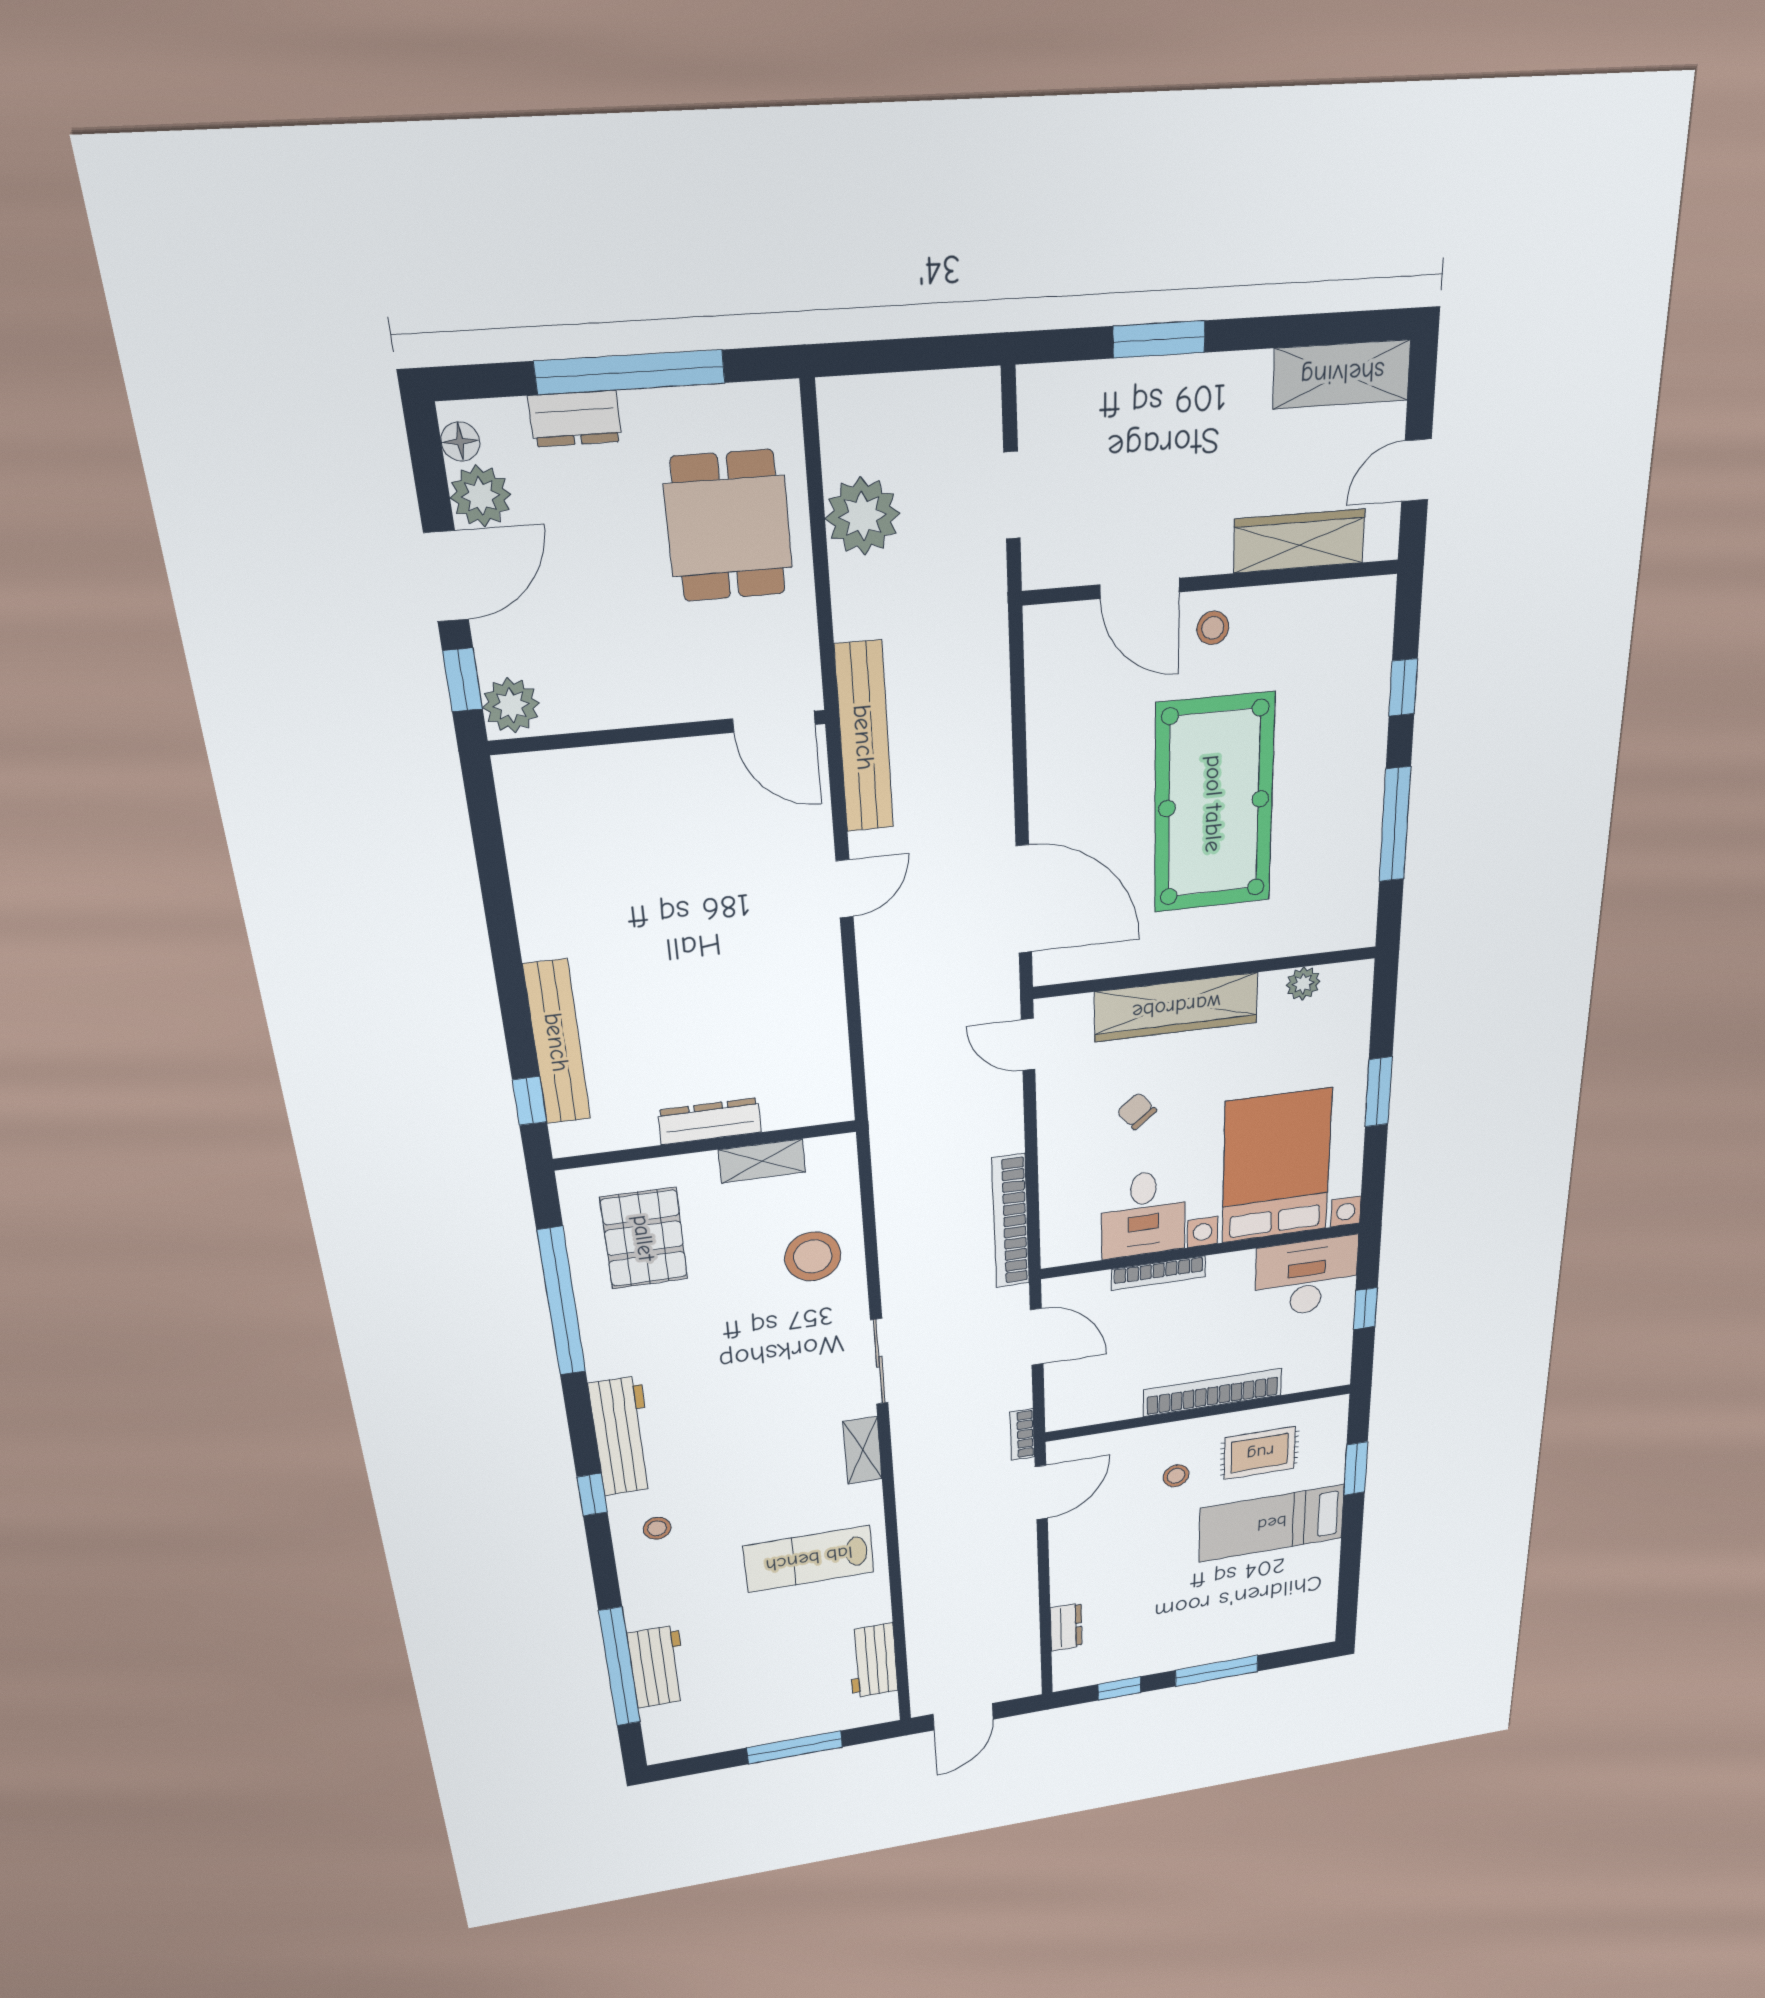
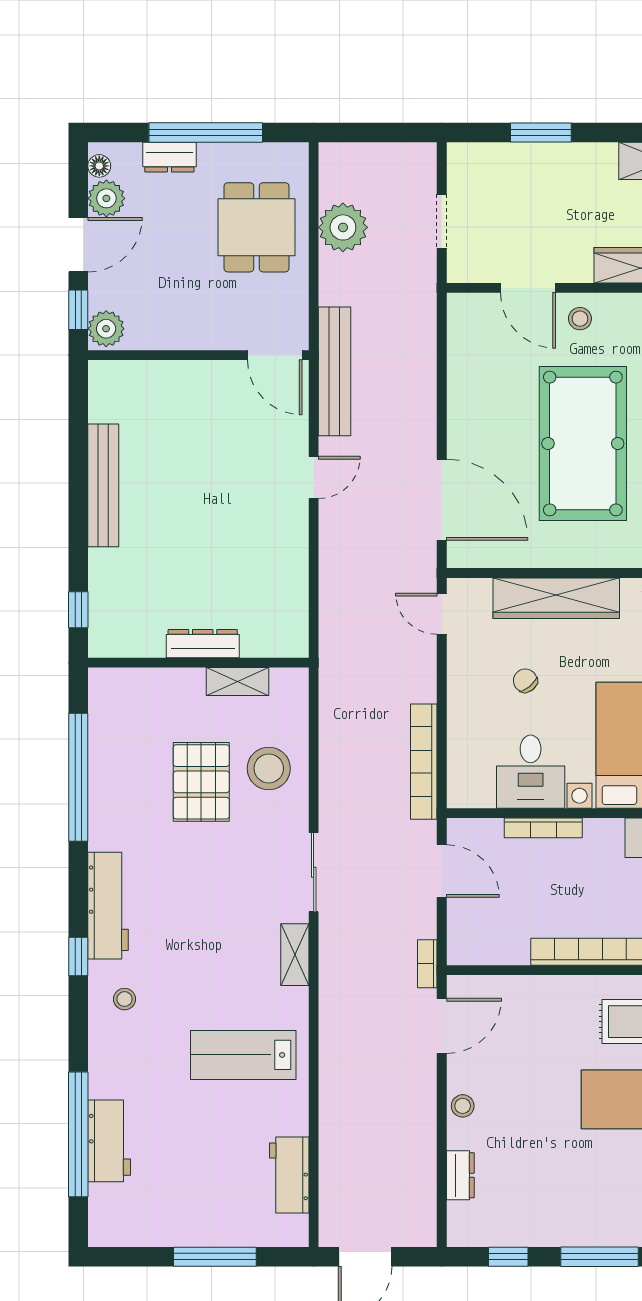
bench: (557, 1042) -> (103, 485), moved
pallet: (644, 1238) -> (201, 782), moved
stool: (1176, 1476) -> (463, 1106), moved

